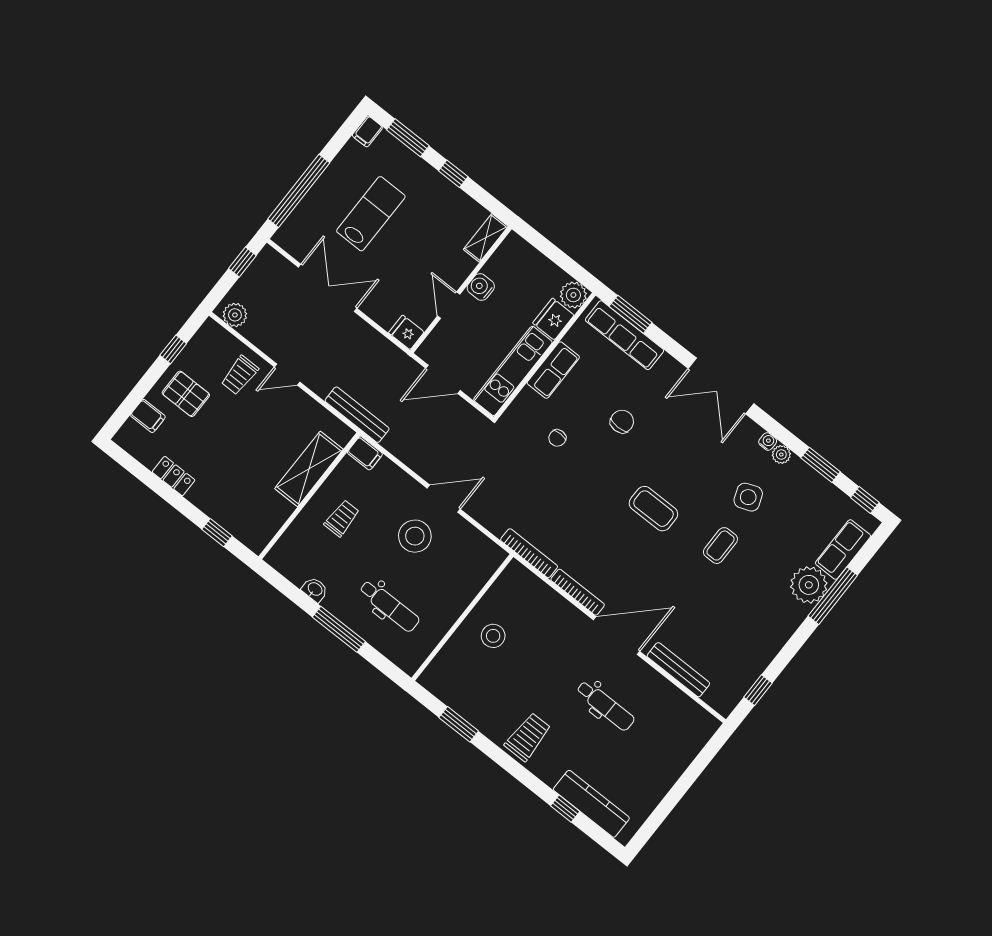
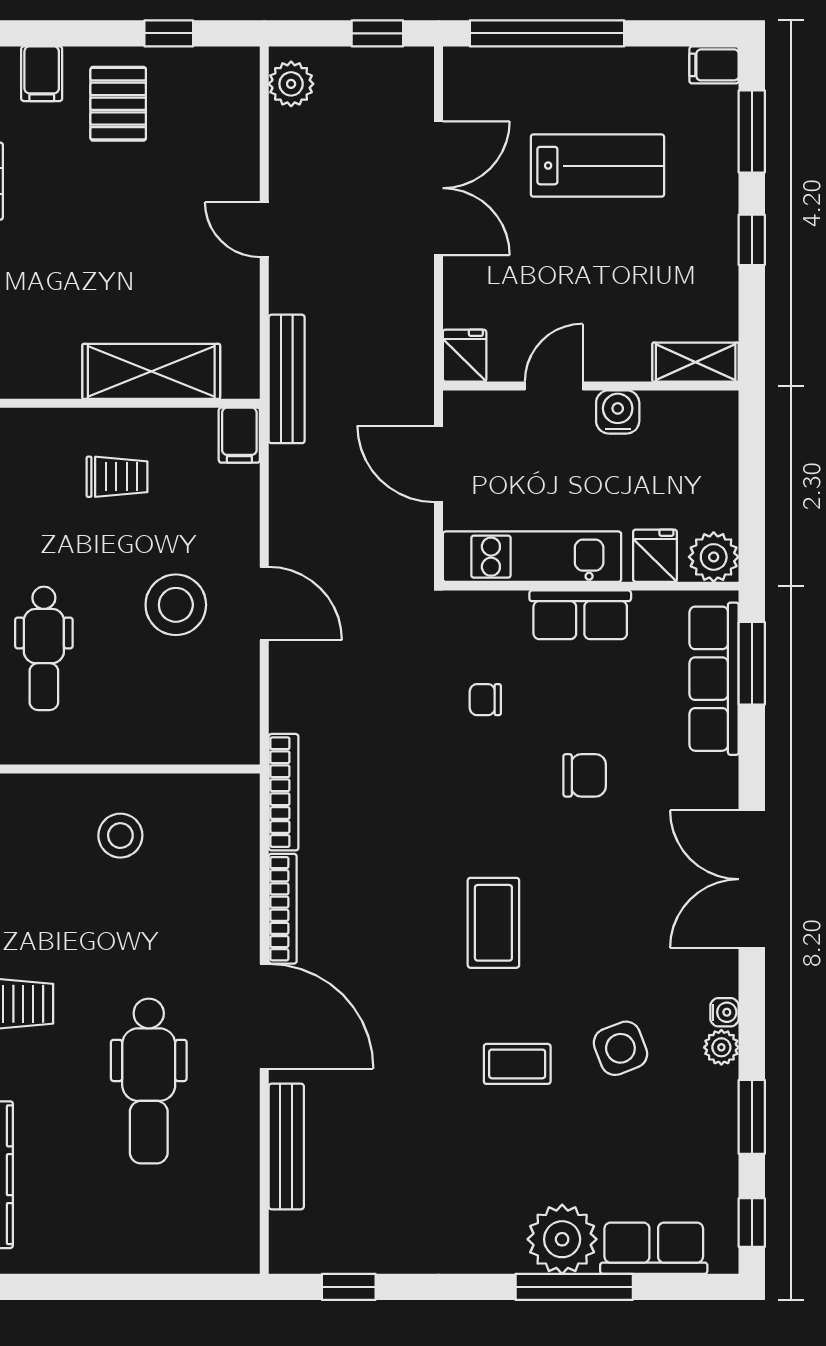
fridge: (553, 319) -> (655, 556), width x0.72
trolley: (240, 375) -> (208, 161), removed
dental chair: (605, 706) -> (149, 1081), width x1.36, depth x1.38

